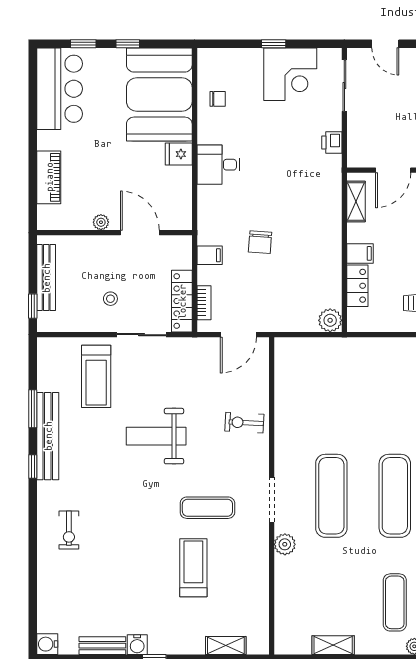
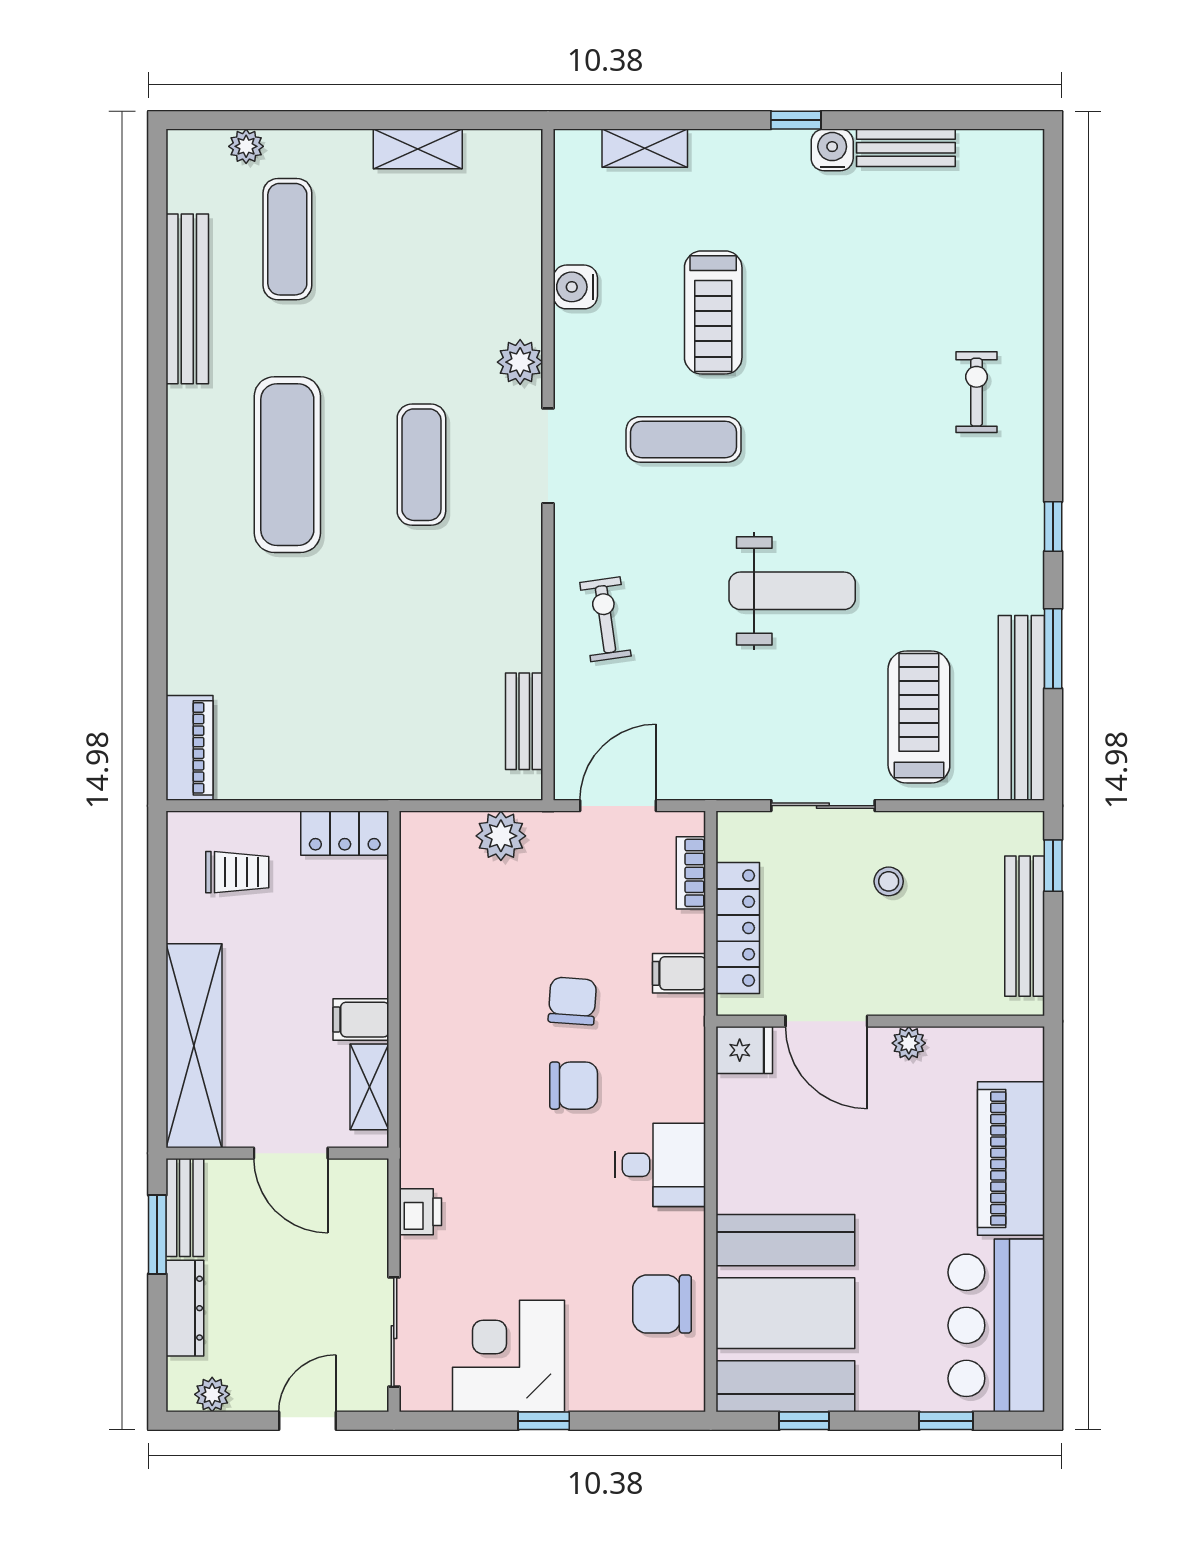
window: (128, 44) -> (804, 1421), moved
door: (385, 44) -> (307, 1421), hinge flipped
chair: (218, 99) -> (662, 1304), width x1.87, depth x1.87
fridge: (179, 154) -> (744, 1050), moved
door: (393, 170) -> (291, 1153), swing flipped
piano: (49, 177) -> (1011, 1158), width x1.37, depth x1.33
chair: (259, 202) -> (574, 1086), added
filing cabinet: (360, 253) -> (361, 1020), moved
locker: (357, 286) -> (345, 833), moved, turned -90
locker: (182, 301) -> (738, 928), moved
plant: (330, 320) -> (501, 836), moved
bench: (283, 374) -> (524, 721), added
exercise bike: (244, 423) -> (605, 619), turned -101
bench: (48, 436) -> (1021, 708), moved
exercise mat: (331, 496) -> (421, 465), width x0.73, depth x0.69
water cooler: (47, 644) -> (575, 287), moved, turned 180

